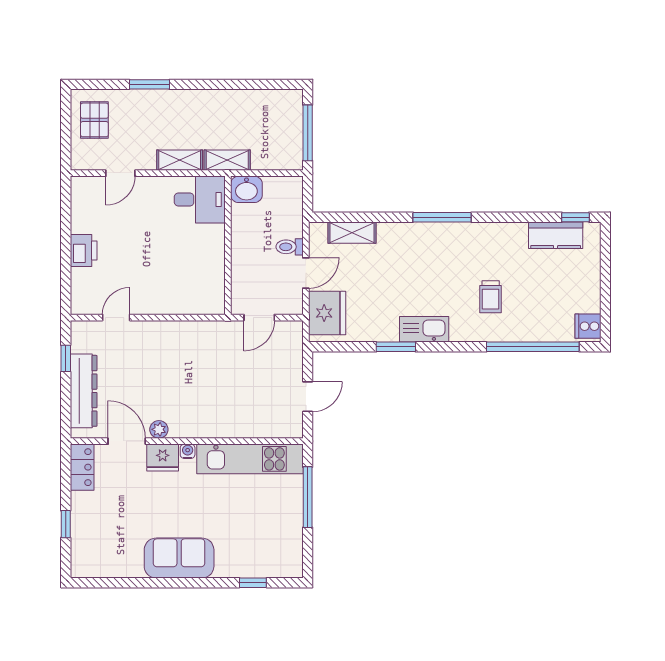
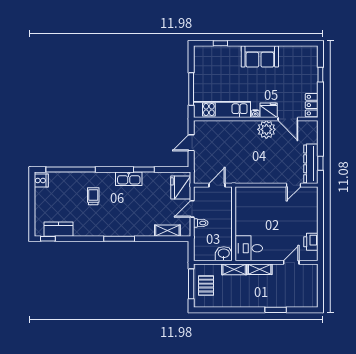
pallet: (94, 120) -> (206, 286), moved
printer: (84, 251) -> (311, 242), moved
dresser: (84, 391) -> (311, 164), moved
plant: (159, 429) -> (266, 129), width x1.88, depth x1.88

